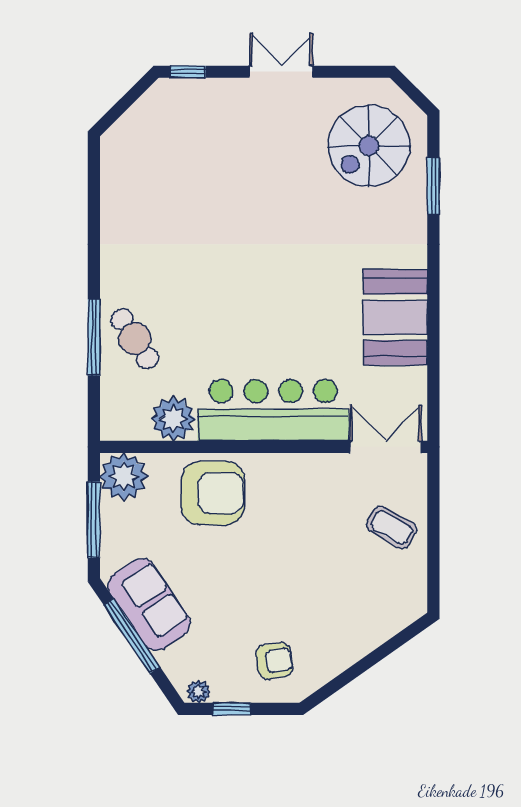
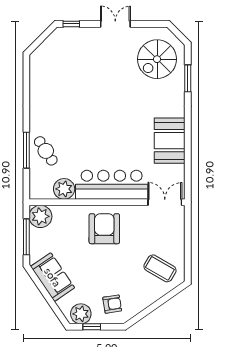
armchair: (213, 493) -> (104, 229), moved, turned -90
coffee table: (392, 527) -> (160, 268), moved, width x1.36, depth x1.30
window: (132, 636) -> (44, 292), removed
plant: (199, 692) -> (81, 314), width x1.88, depth x1.88

